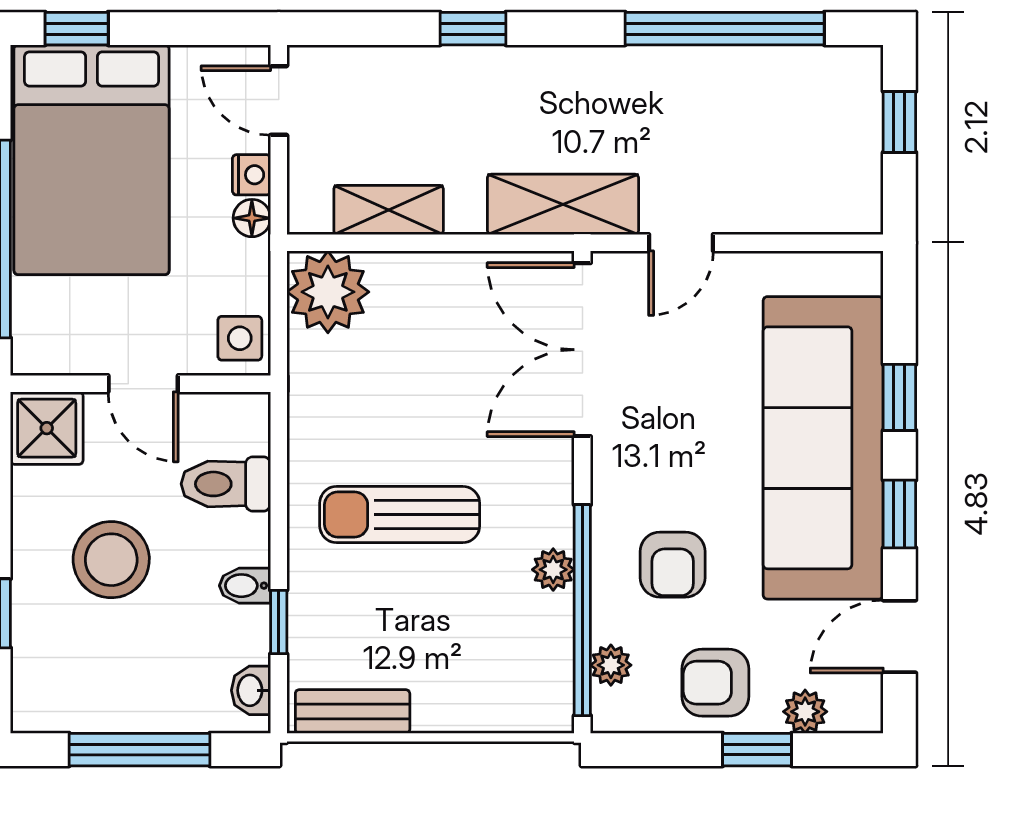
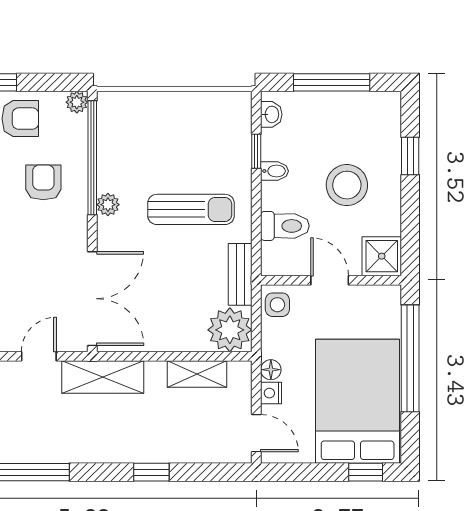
plant: (553, 570) -> (108, 205), moved
plant: (611, 665) -> (77, 102), moved
bench: (353, 711) -> (240, 274), moved, turned 90

